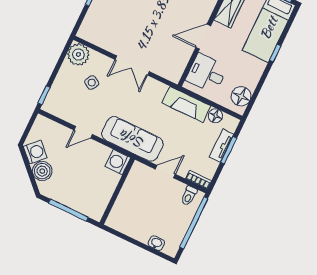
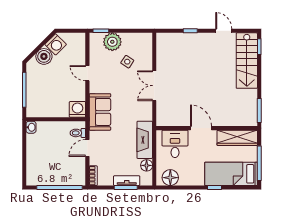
plant: (78, 54) -> (112, 42), moved
sofa: (132, 139) -> (100, 112), width x0.73
door: (165, 172) -> (87, 148), swing flipped
toilet: (189, 196) -> (78, 133), moved
washbasin: (156, 243) -> (31, 127), moved

